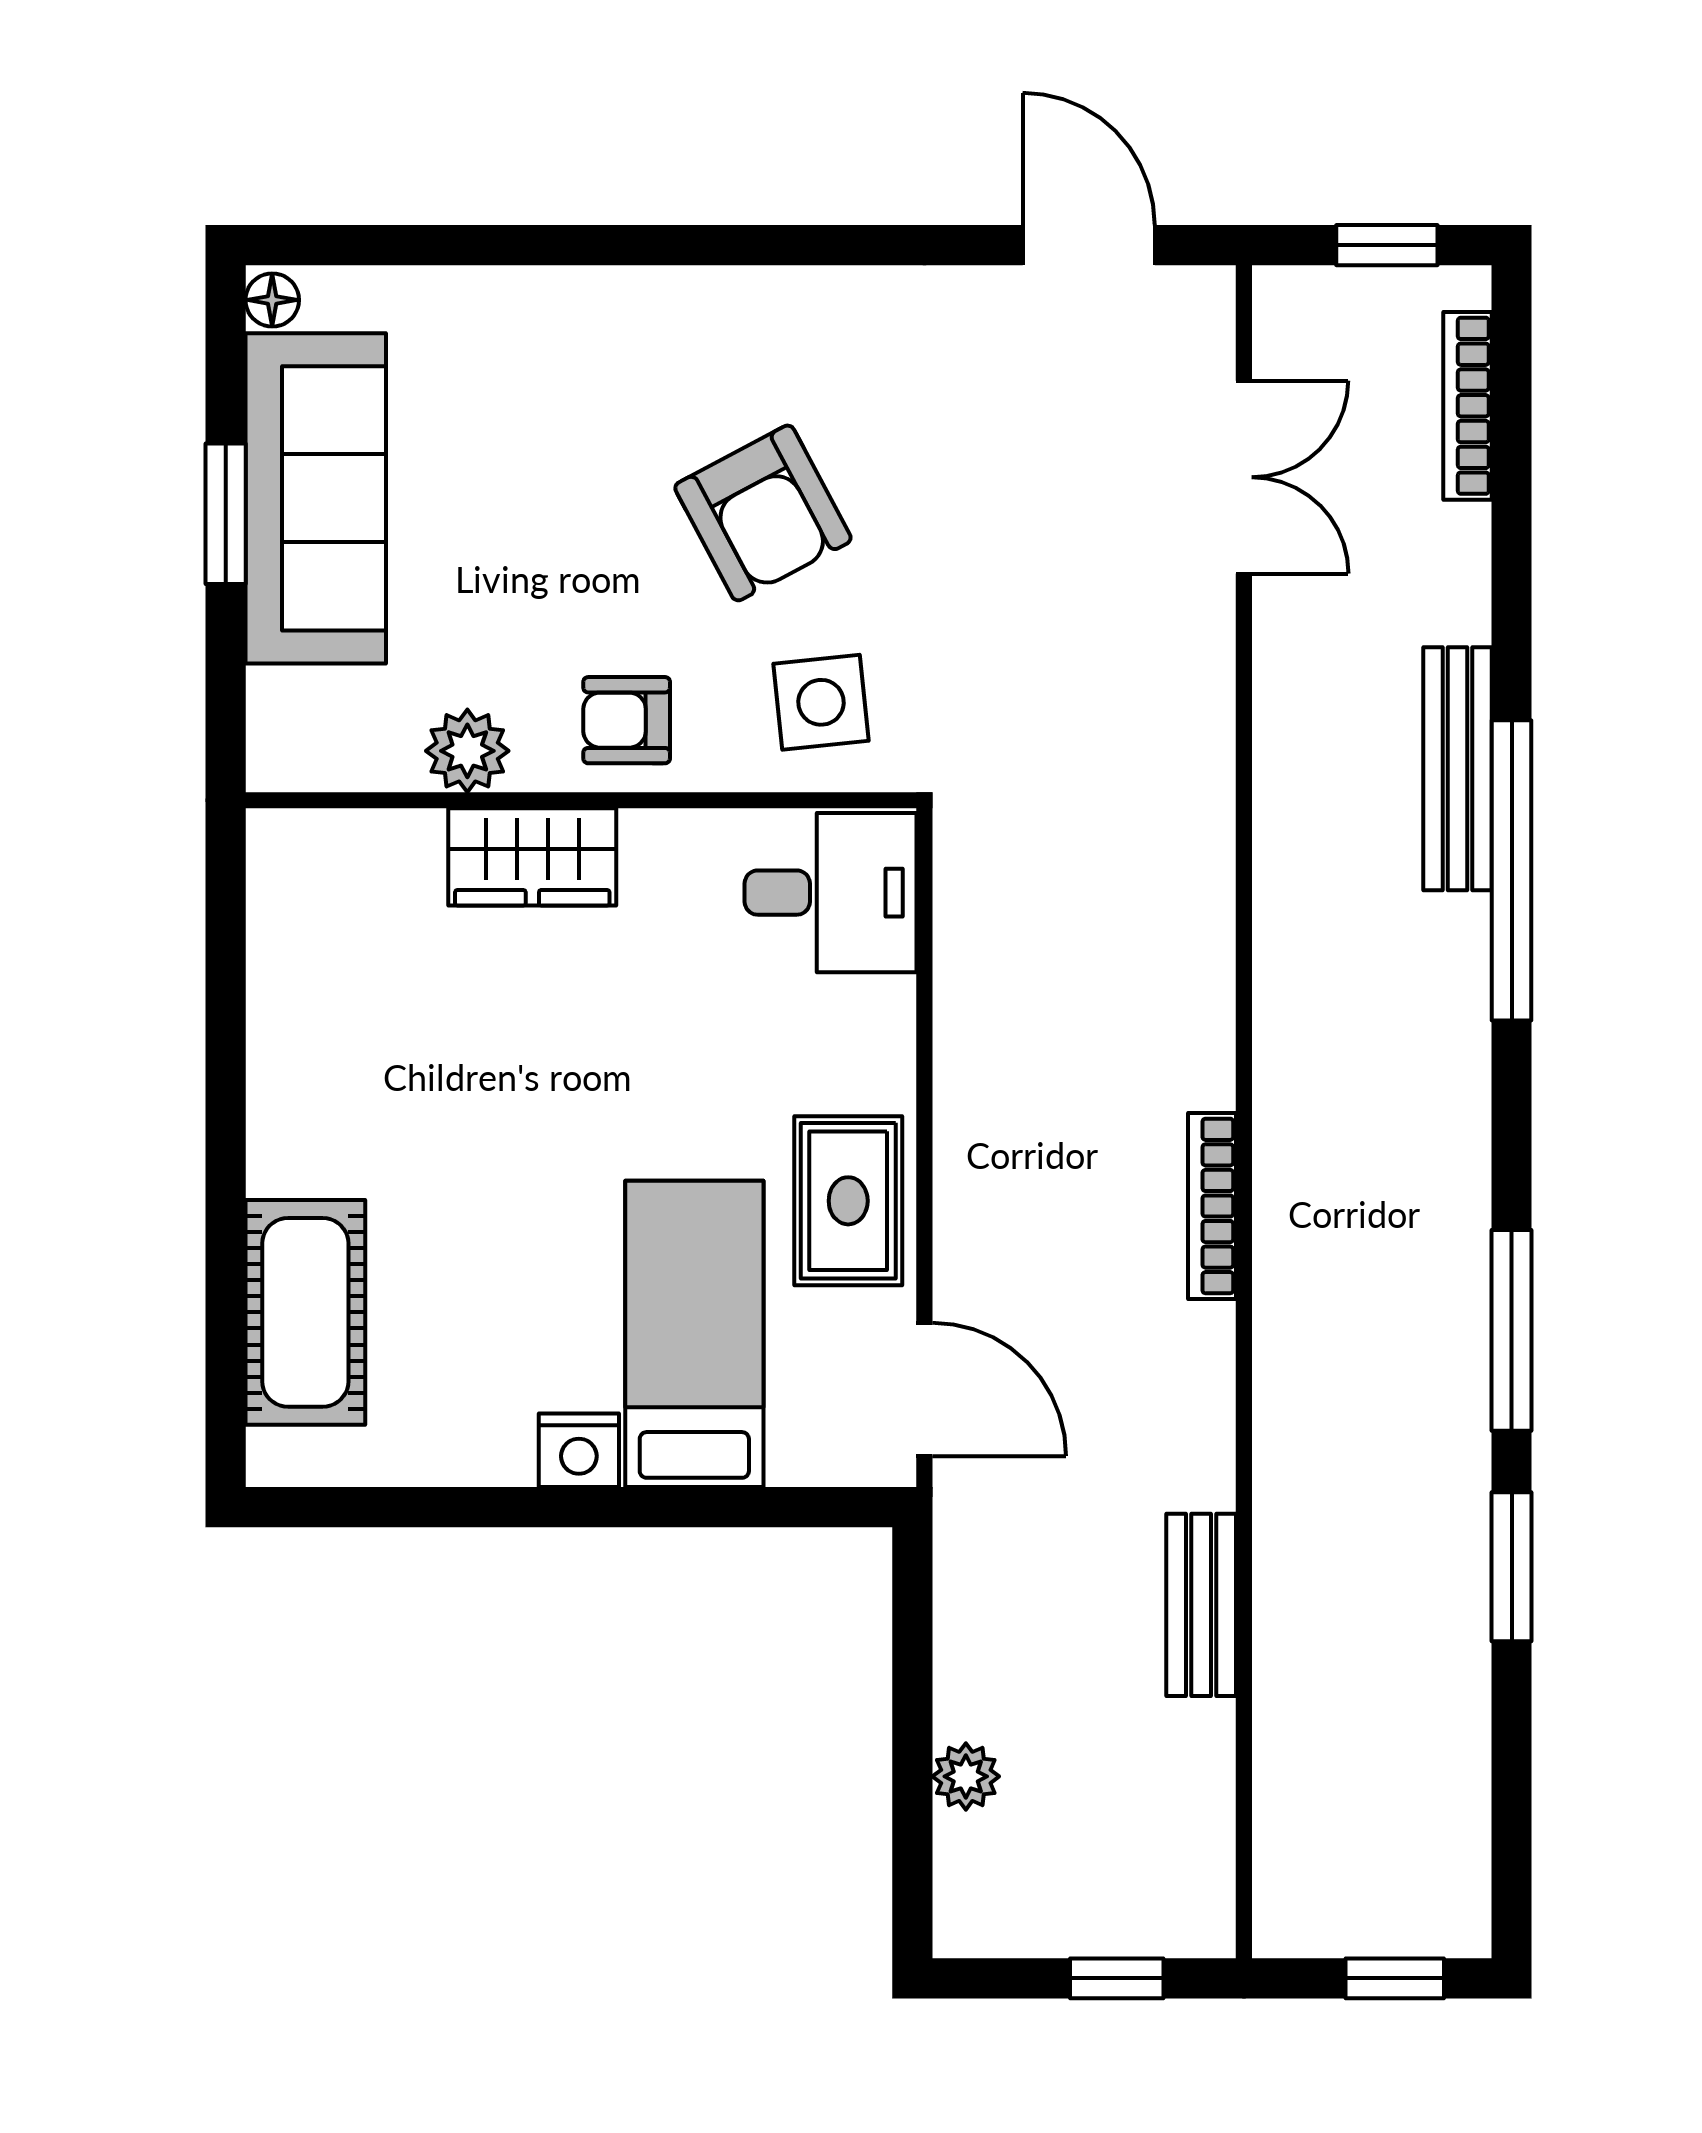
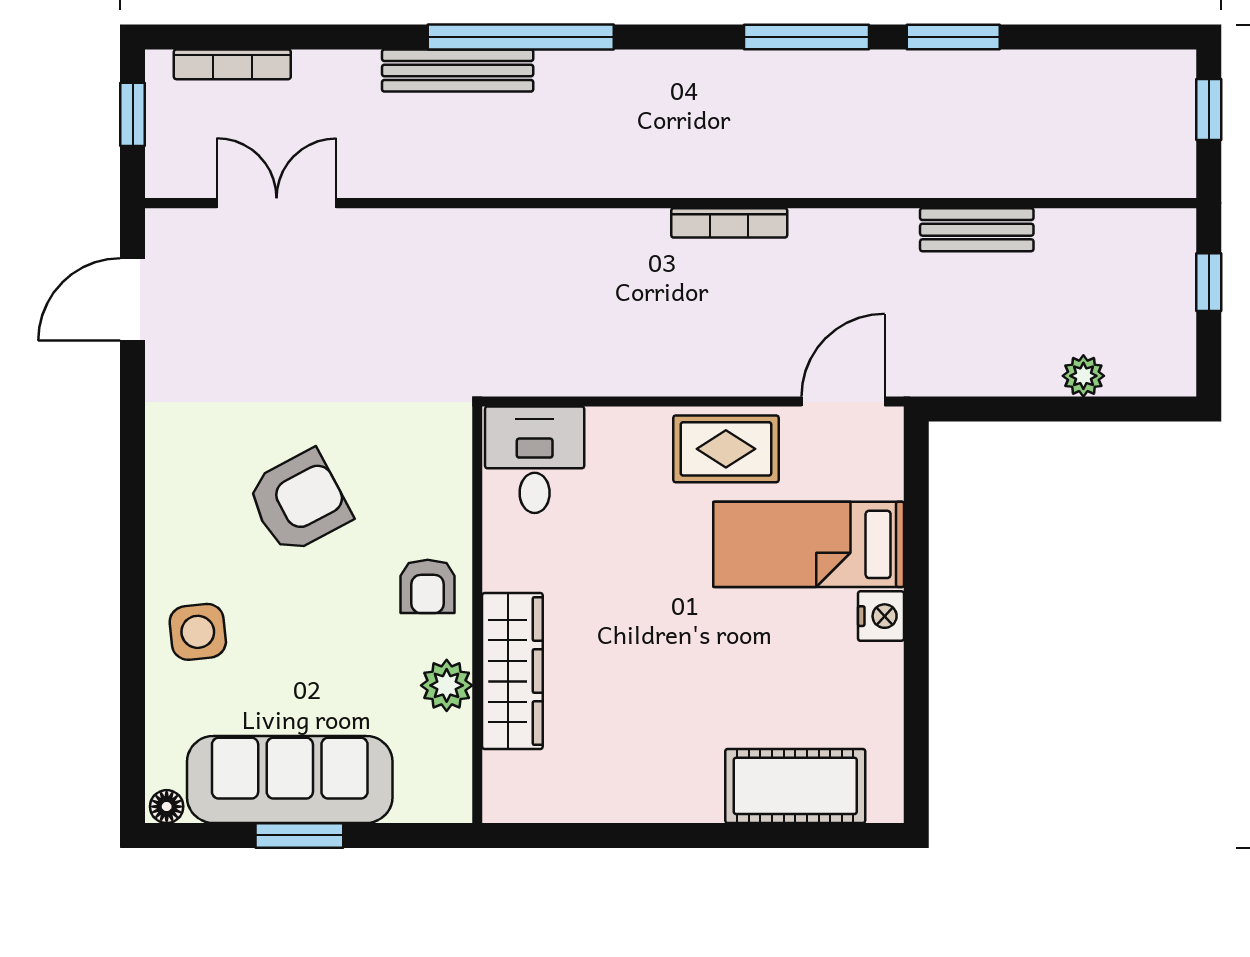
side table: (821, 702) -> (198, 632), moved
wardrobe: (532, 857) -> (512, 671), width x1.50

